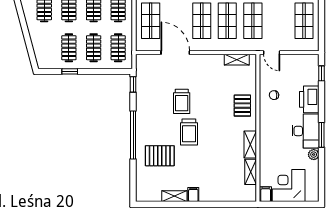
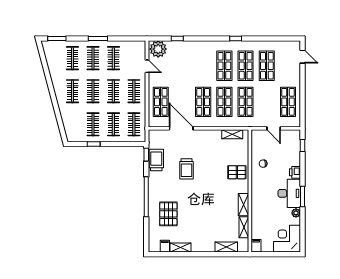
door: (272, 53) -> (274, 128), moved
printer: (309, 99) -> (295, 172), width x0.53, depth x0.68
pallet: (242, 106) -> (237, 172), turned 90
trolley: (189, 132) -> (156, 160), moved, turned 180
pallet: (160, 156) -> (168, 214), turned 90
corner desk: (289, 186) -> (287, 239), moved
filing cabinet: (193, 194) -> (165, 246), moved
shelving: (230, 196) -> (226, 247), added

